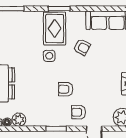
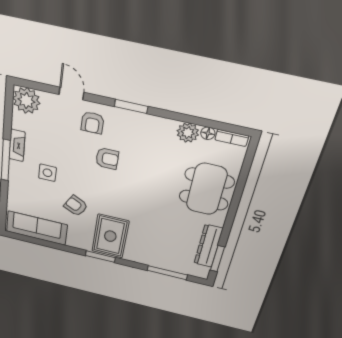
side table: (49, 56) -> (47, 173), moved
armchair: (78, 112) -> (92, 123), turned 90

